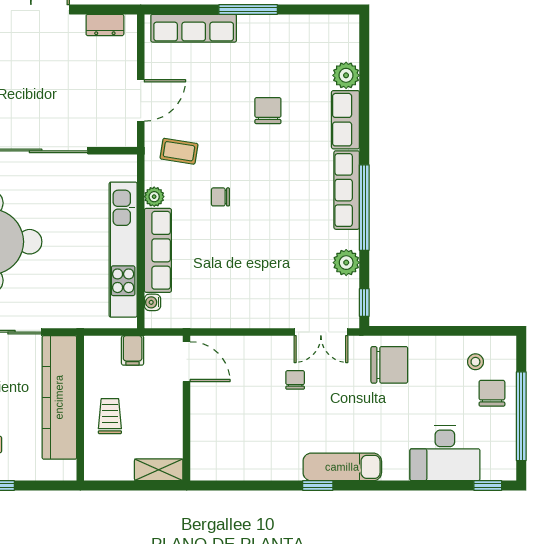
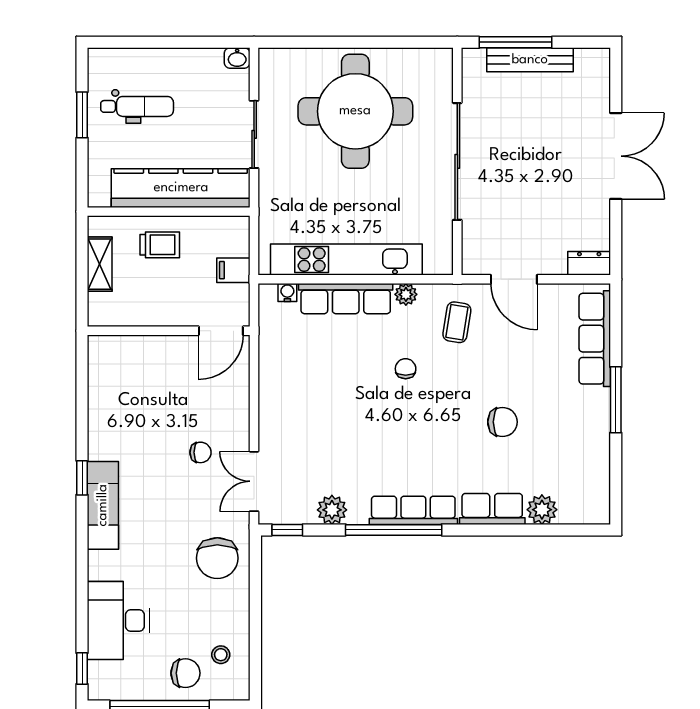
dresser: (105, 25) -> (589, 263), moved, turned 90
shelving: (159, 470) -> (100, 264), moved

